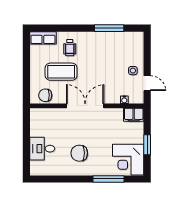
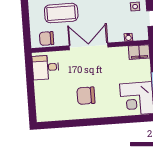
desk: (42, 149) -> (46, 67), moved
window: (108, 179) -> (118, 120), removed

